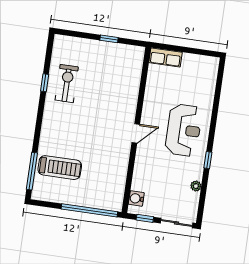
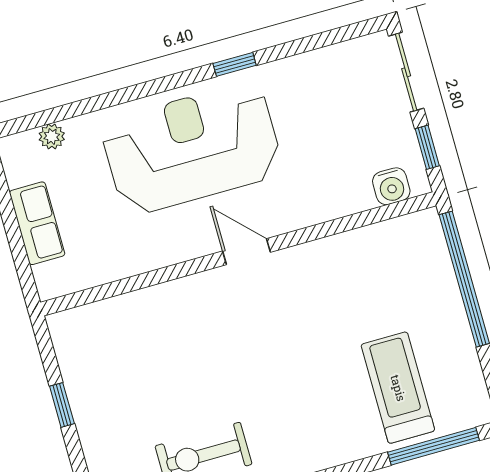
row of seats: (166, 57) -> (37, 223), moved
reception desk: (184, 130) -> (192, 148), width x1.36, depth x1.30
plant: (196, 186) -> (52, 136), moved

